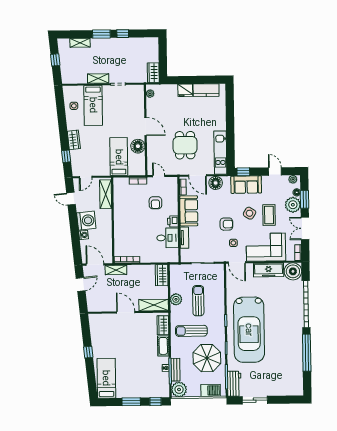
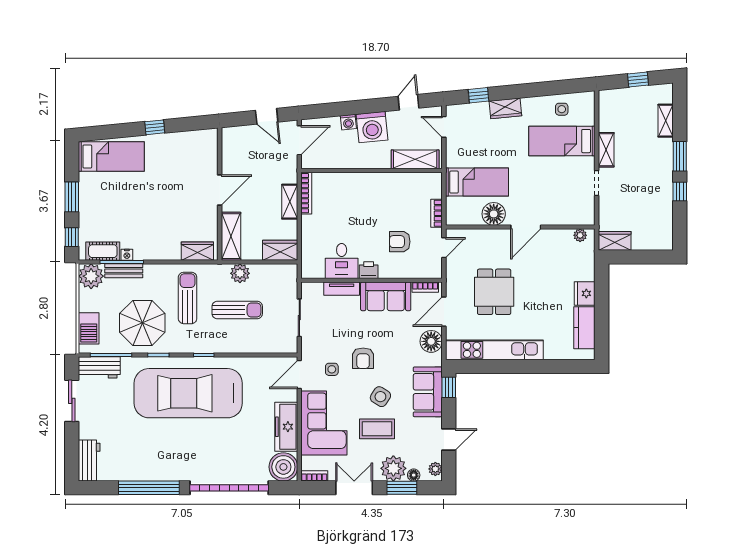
dining table: (185, 145) -> (494, 292), turned 90
kitchen unit: (220, 153) -> (494, 350), width x1.36
shelving: (116, 270) -> (290, 202), moved
cot: (163, 346) -> (103, 251), moved
workbench: (291, 389) -> (89, 461), added

